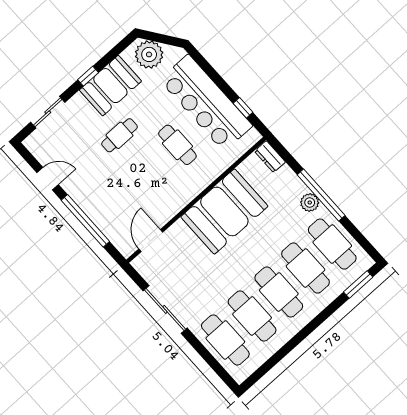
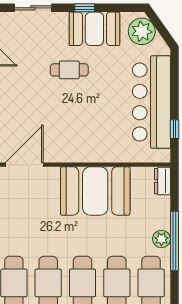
cafe table: (177, 145) -> (104, 114), removed
door: (151, 241) -> (24, 165), width x1.36

